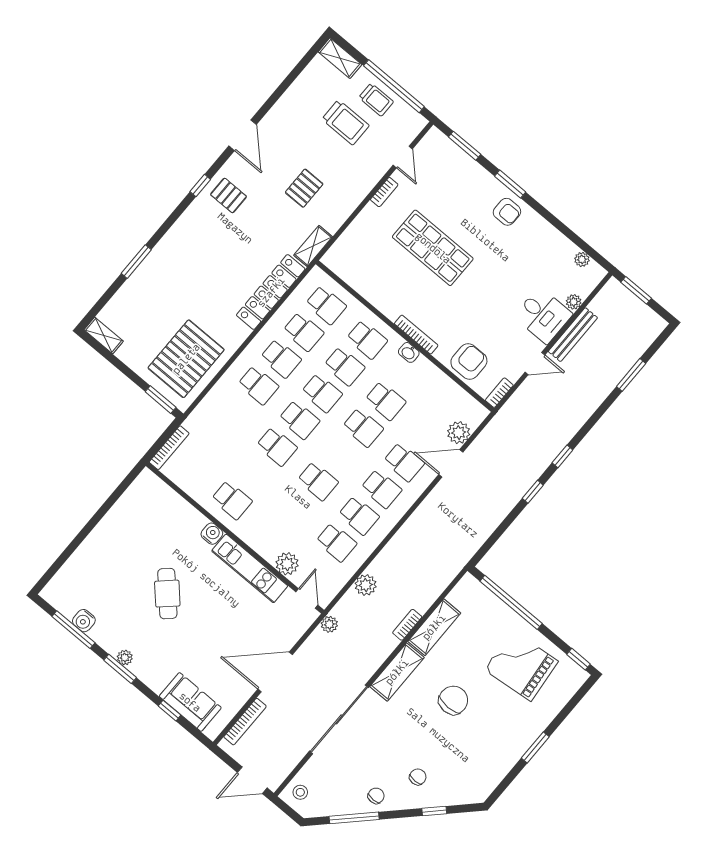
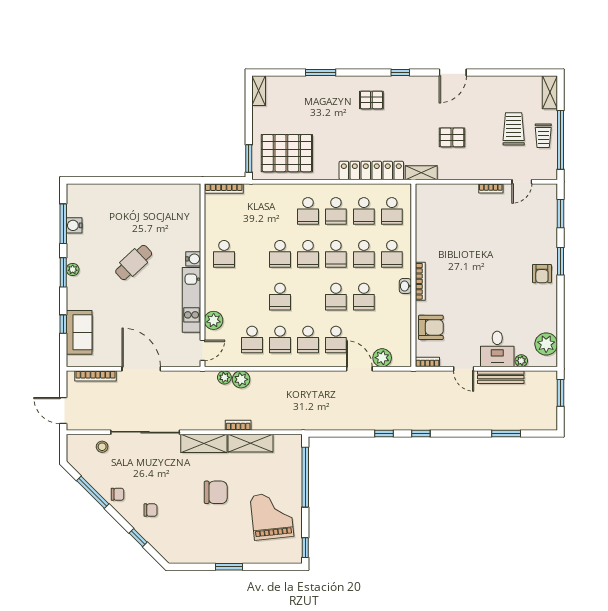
trolley: (346, 122) -> (514, 129), turned 180
pallet: (229, 195) -> (371, 100), moved, turned 90
shop shelf: (433, 248) -> (482, 247), removed
plant: (582, 259) -> (546, 344), width x1.88, depth x1.88
plant: (329, 624) -> (224, 377), moved
stool: (300, 792) -> (102, 447), moved

